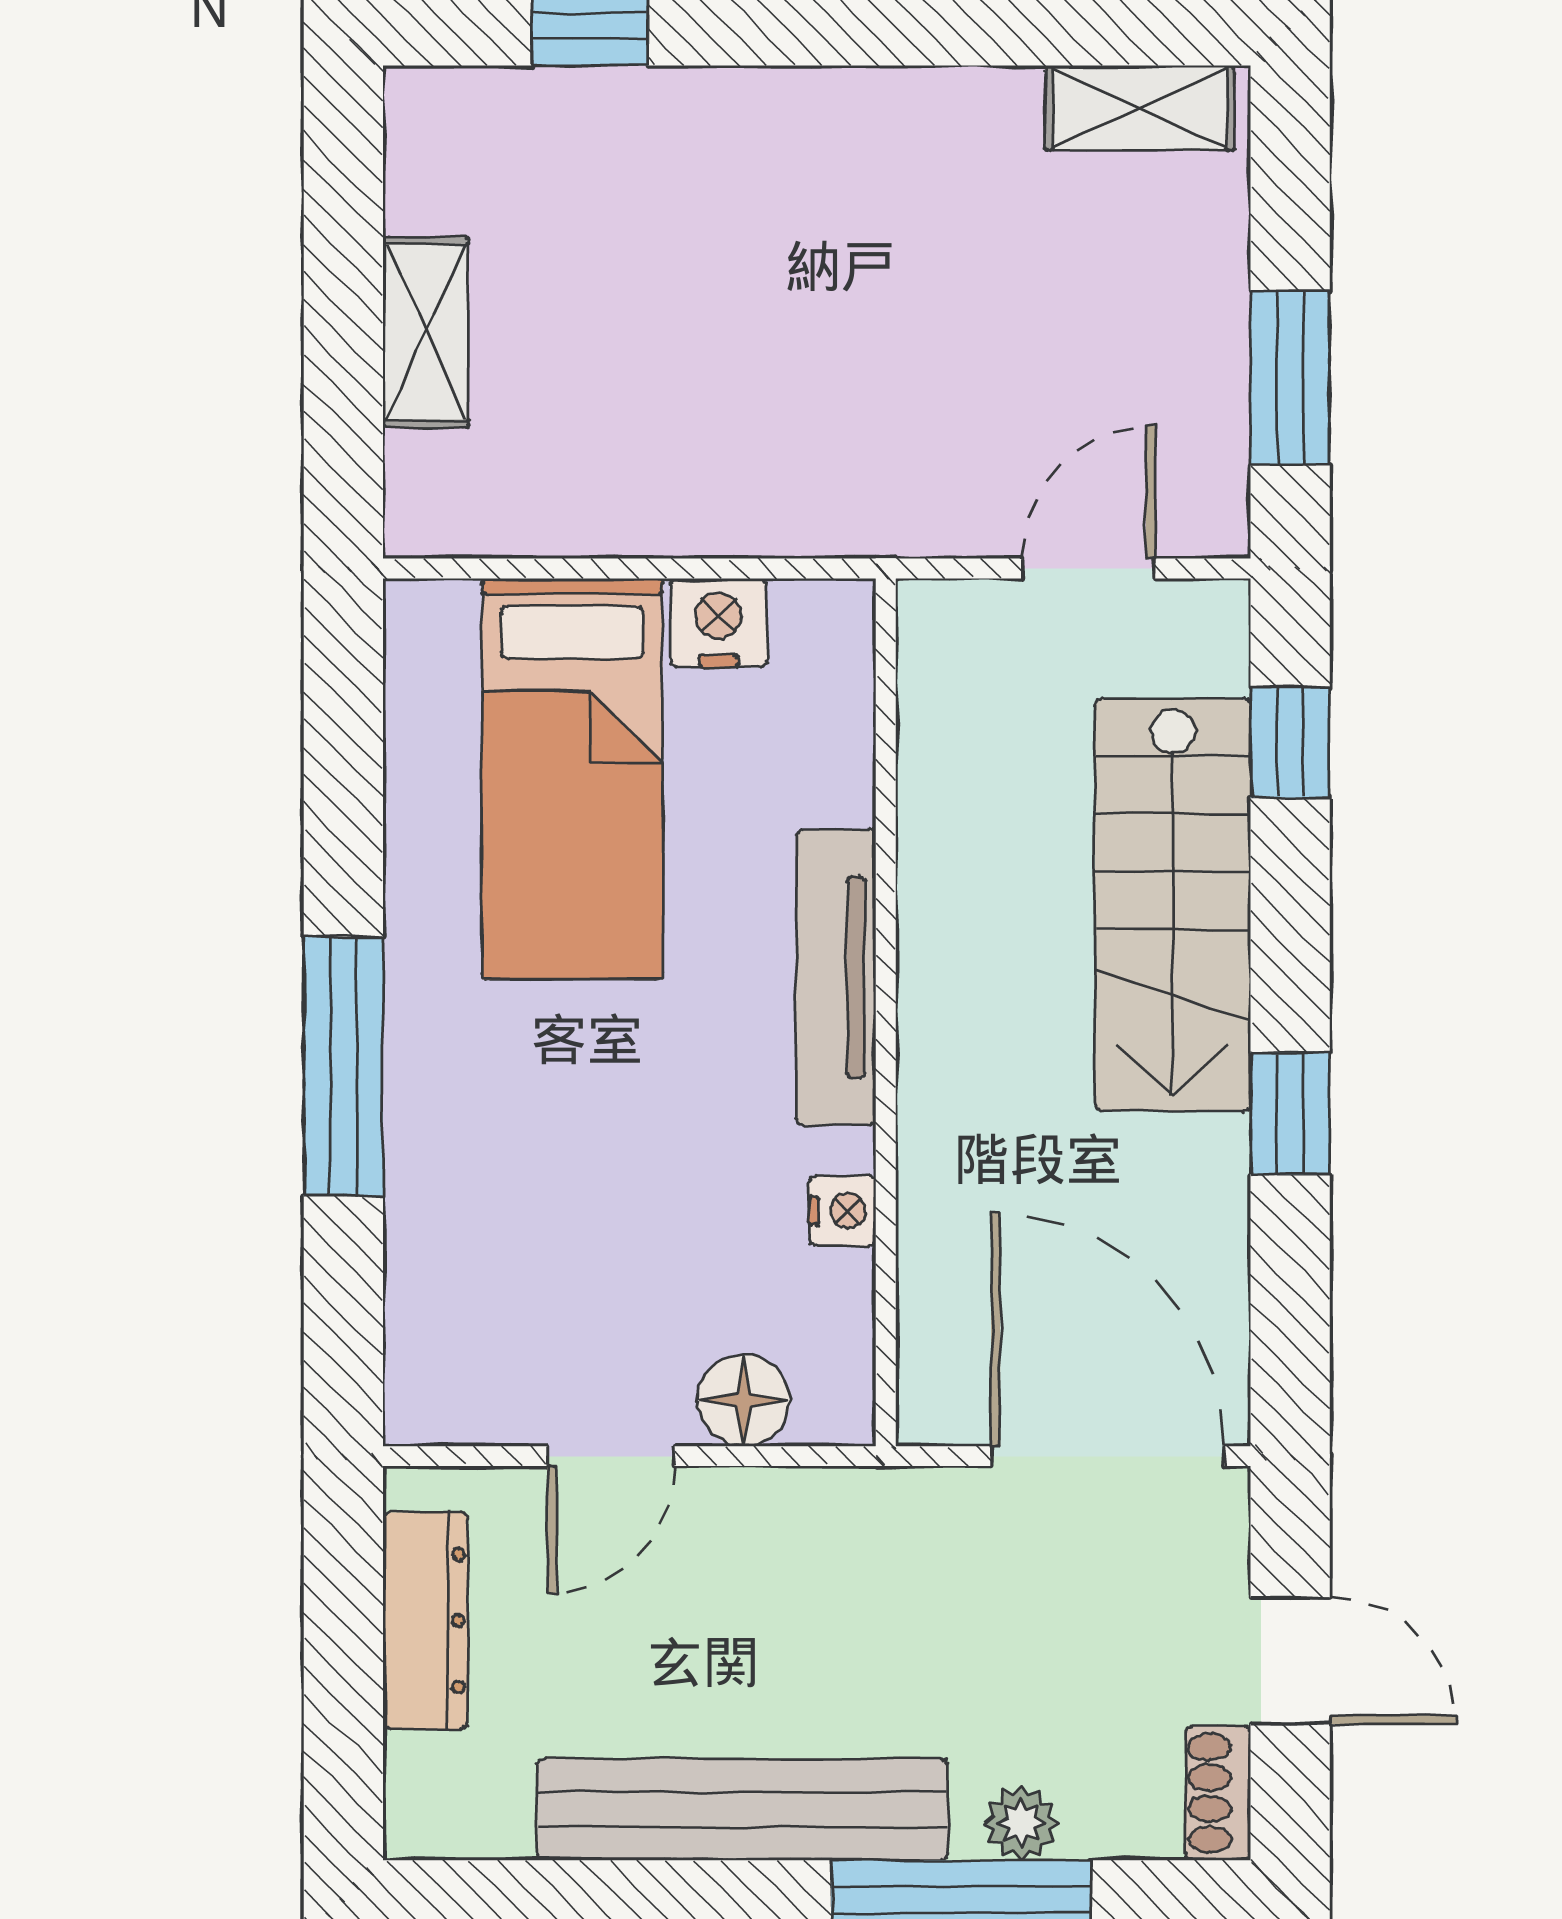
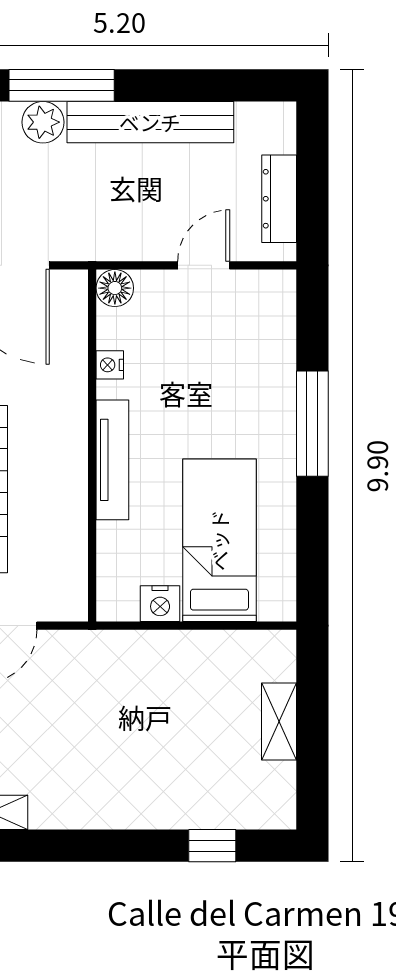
floor lamp: (744, 1400) -> (115, 288), moved
plant: (1021, 1823) -> (43, 122), width x1.38, depth x1.38

